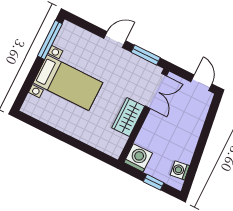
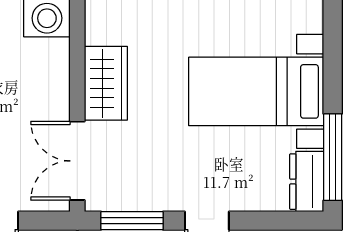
dresser: (66, 35) -> (307, 182), added

